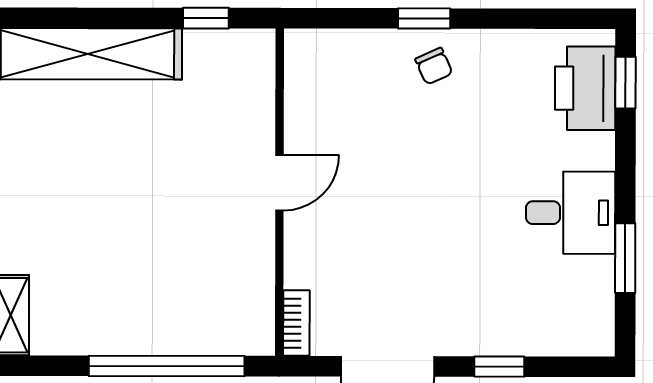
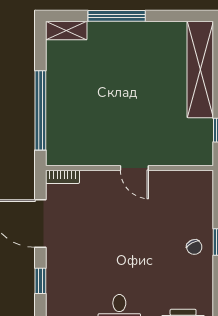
chair: (434, 66) -> (194, 247), turned -93

